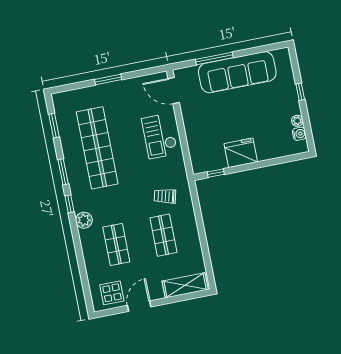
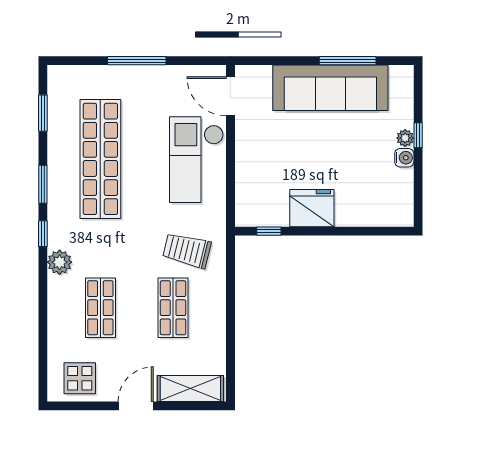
window: (214, 58) -> (348, 61), moved
window: (108, 79) -> (137, 61), width x1.44
plant: (297, 121) -> (405, 138), moved
water cooler: (299, 134) -> (404, 158), moved
checkout: (160, 136) -> (197, 160), width x1.36, depth x1.21
trolley: (165, 196) -> (187, 250), width x1.36, depth x1.39
door: (139, 306) -> (136, 406), moved

